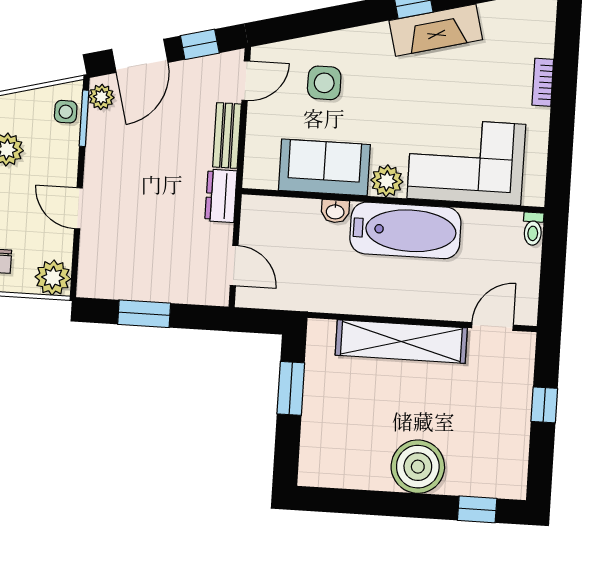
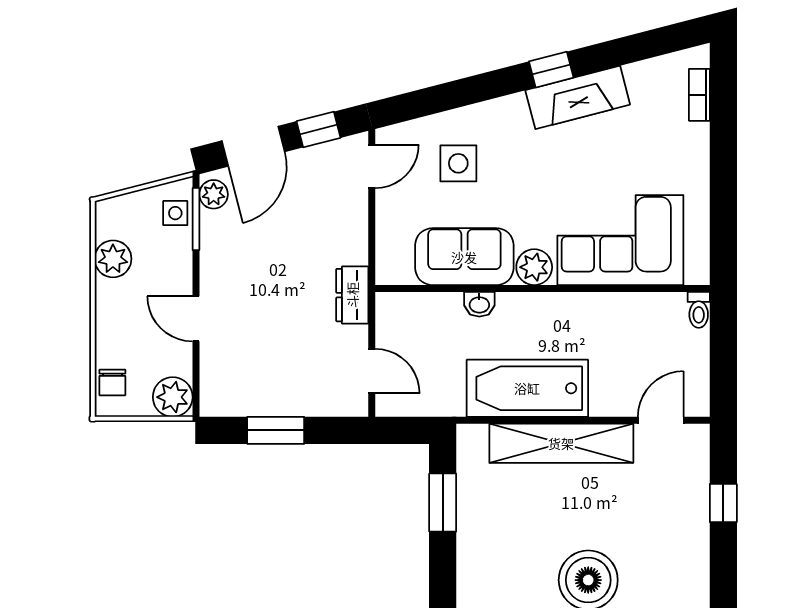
bookcase: (543, 82) -> (699, 95), moved
bench: (227, 135) -> (355, 228), removed
bathtub: (405, 230) -> (527, 388), moved, turned 180

